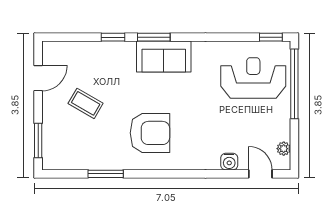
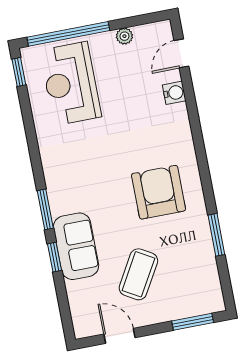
sofa: (164, 57) -> (76, 246), moved
coffee table: (86, 103) -> (138, 274), width x1.36, depth x1.30
plant: (284, 149) -> (124, 36), moved

